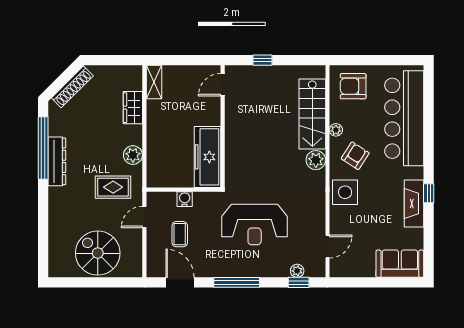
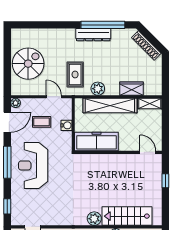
shelving: (157, 138) -> (110, 106), added
reception desk: (255, 224) -> (33, 165), moved
plant: (297, 271) -> (16, 103), moved

